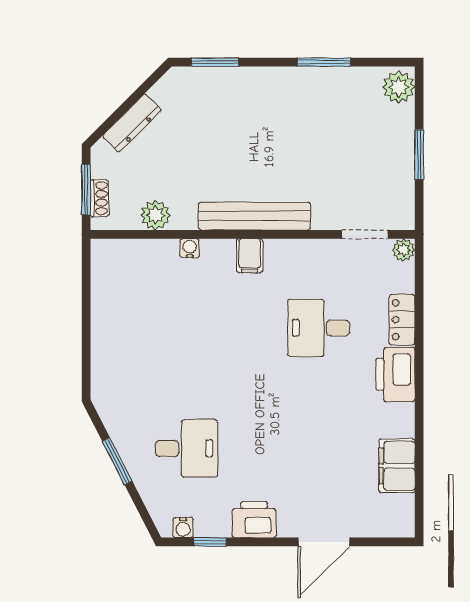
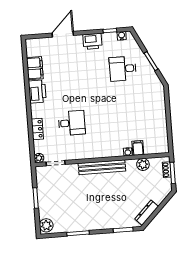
dresser: (132, 123) -> (147, 213), moved
filing cabinet: (250, 256) -> (138, 148), moved
printer: (395, 374) -> (37, 92), moved

